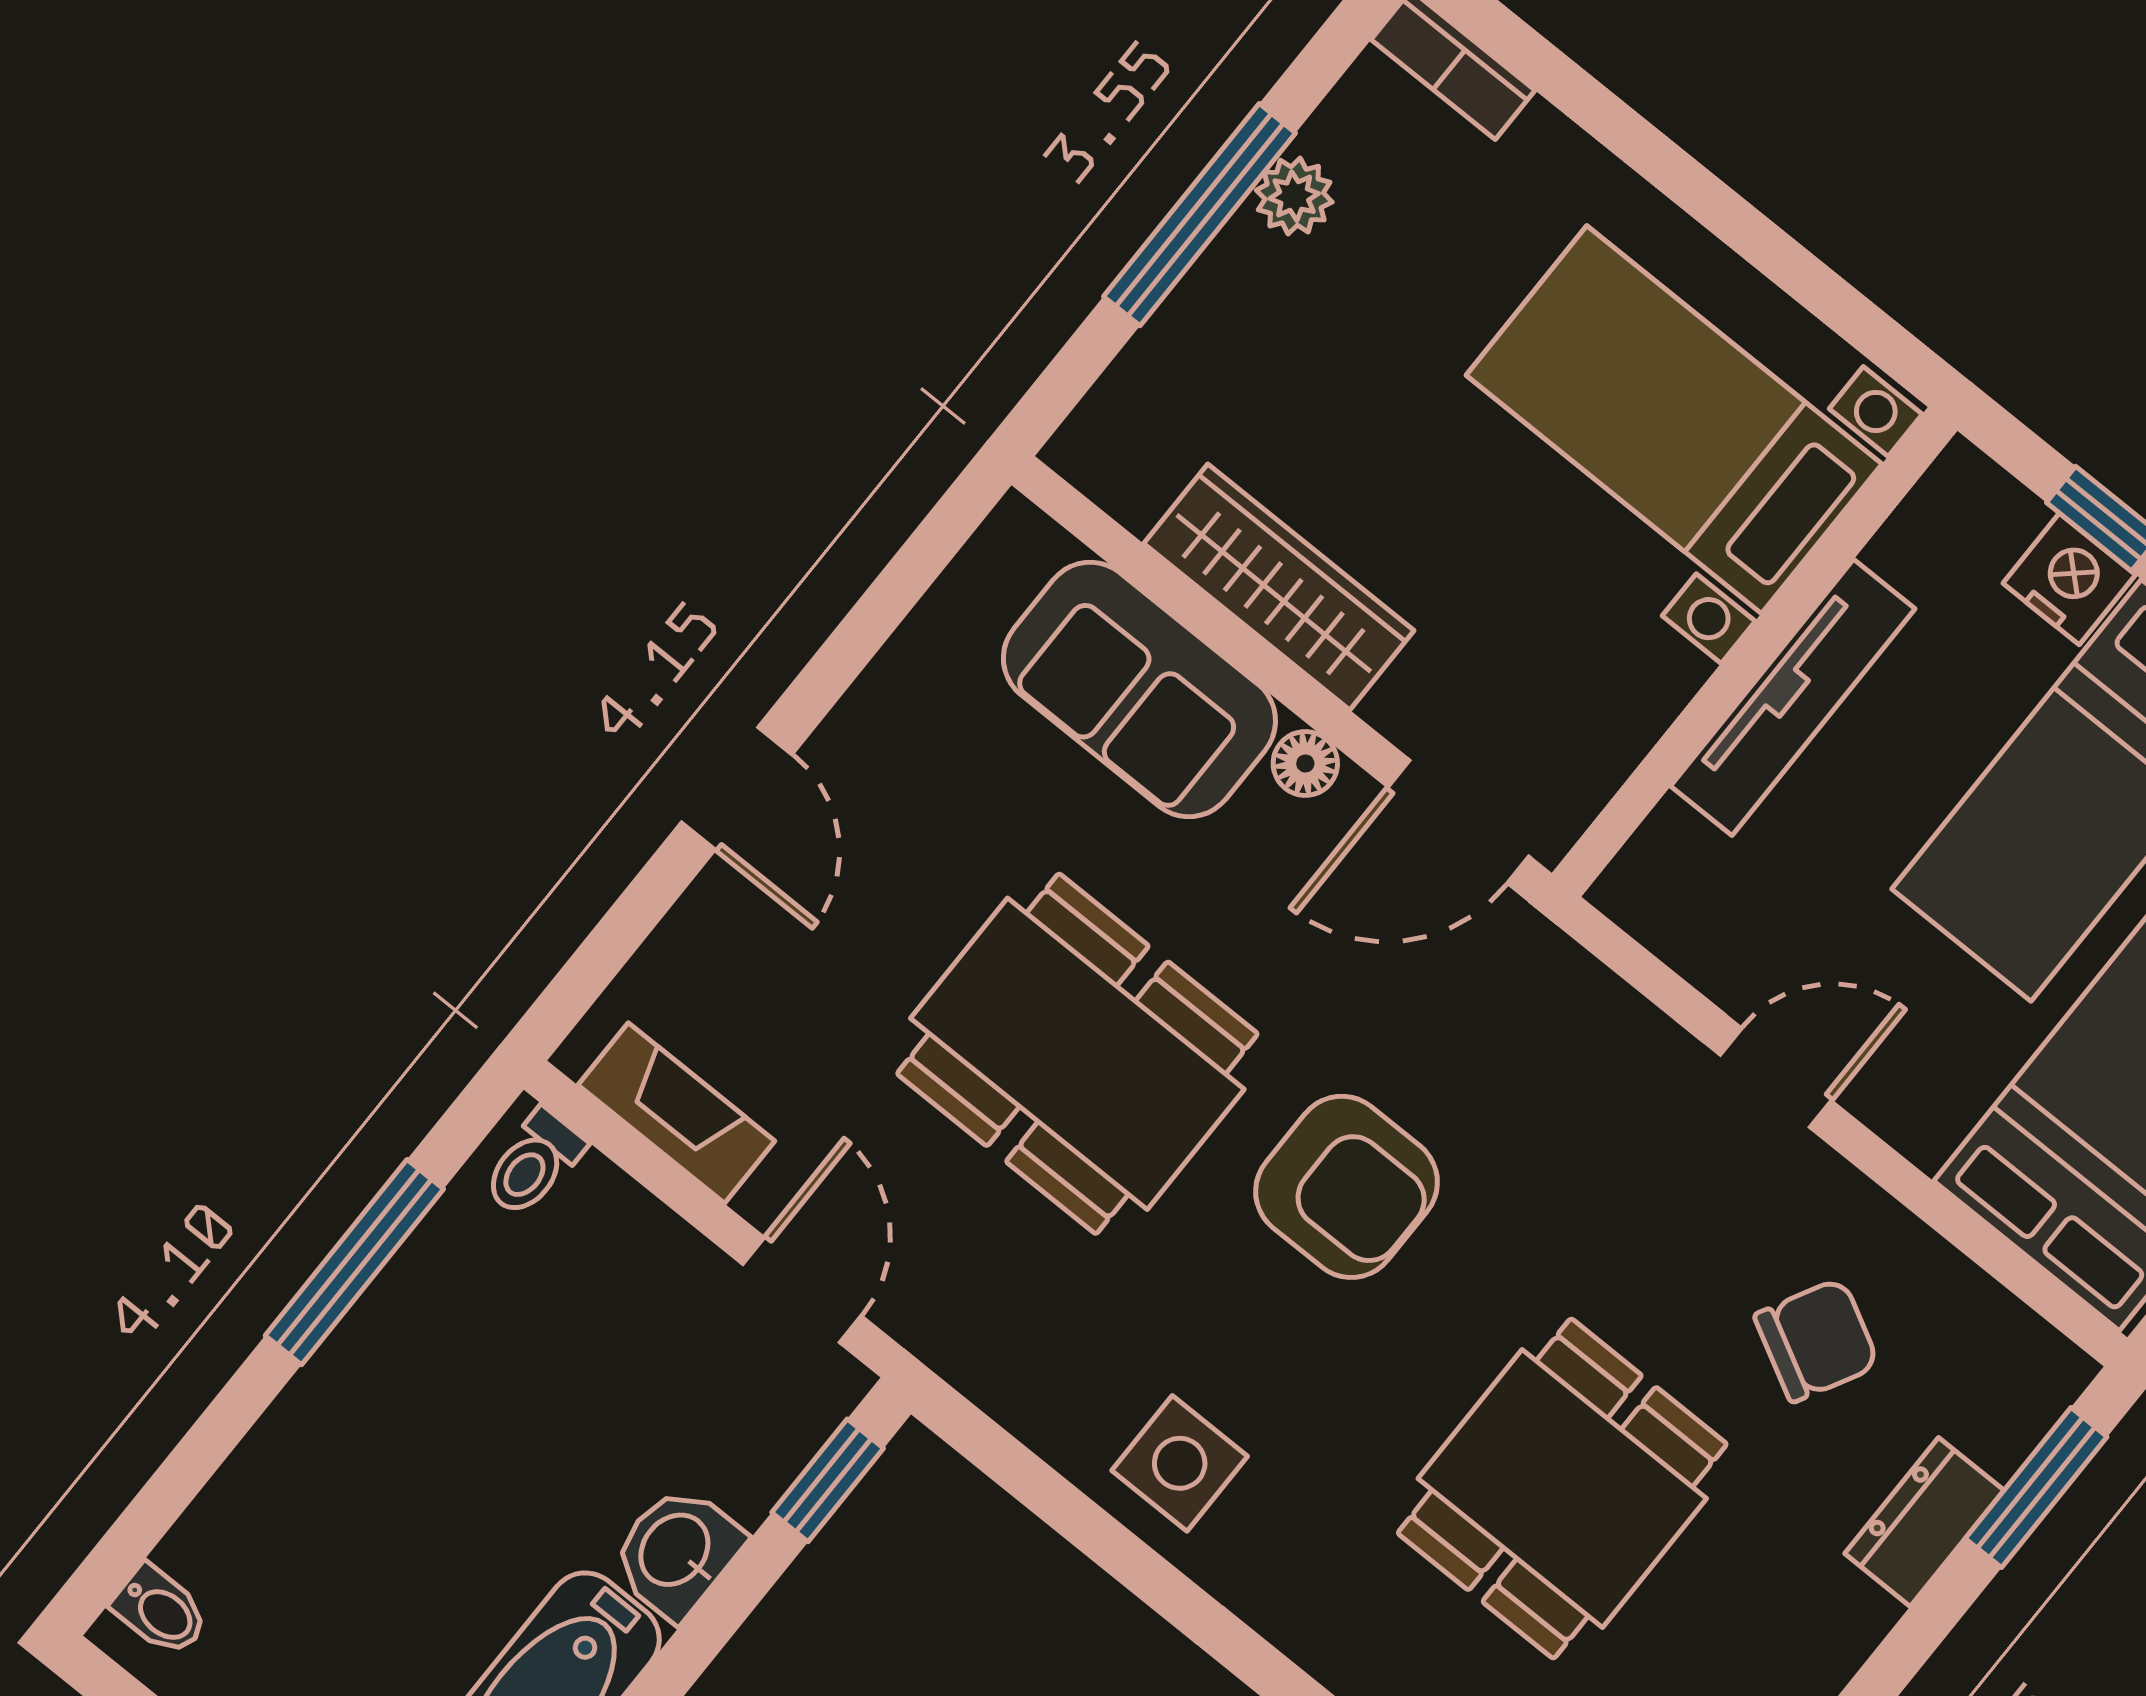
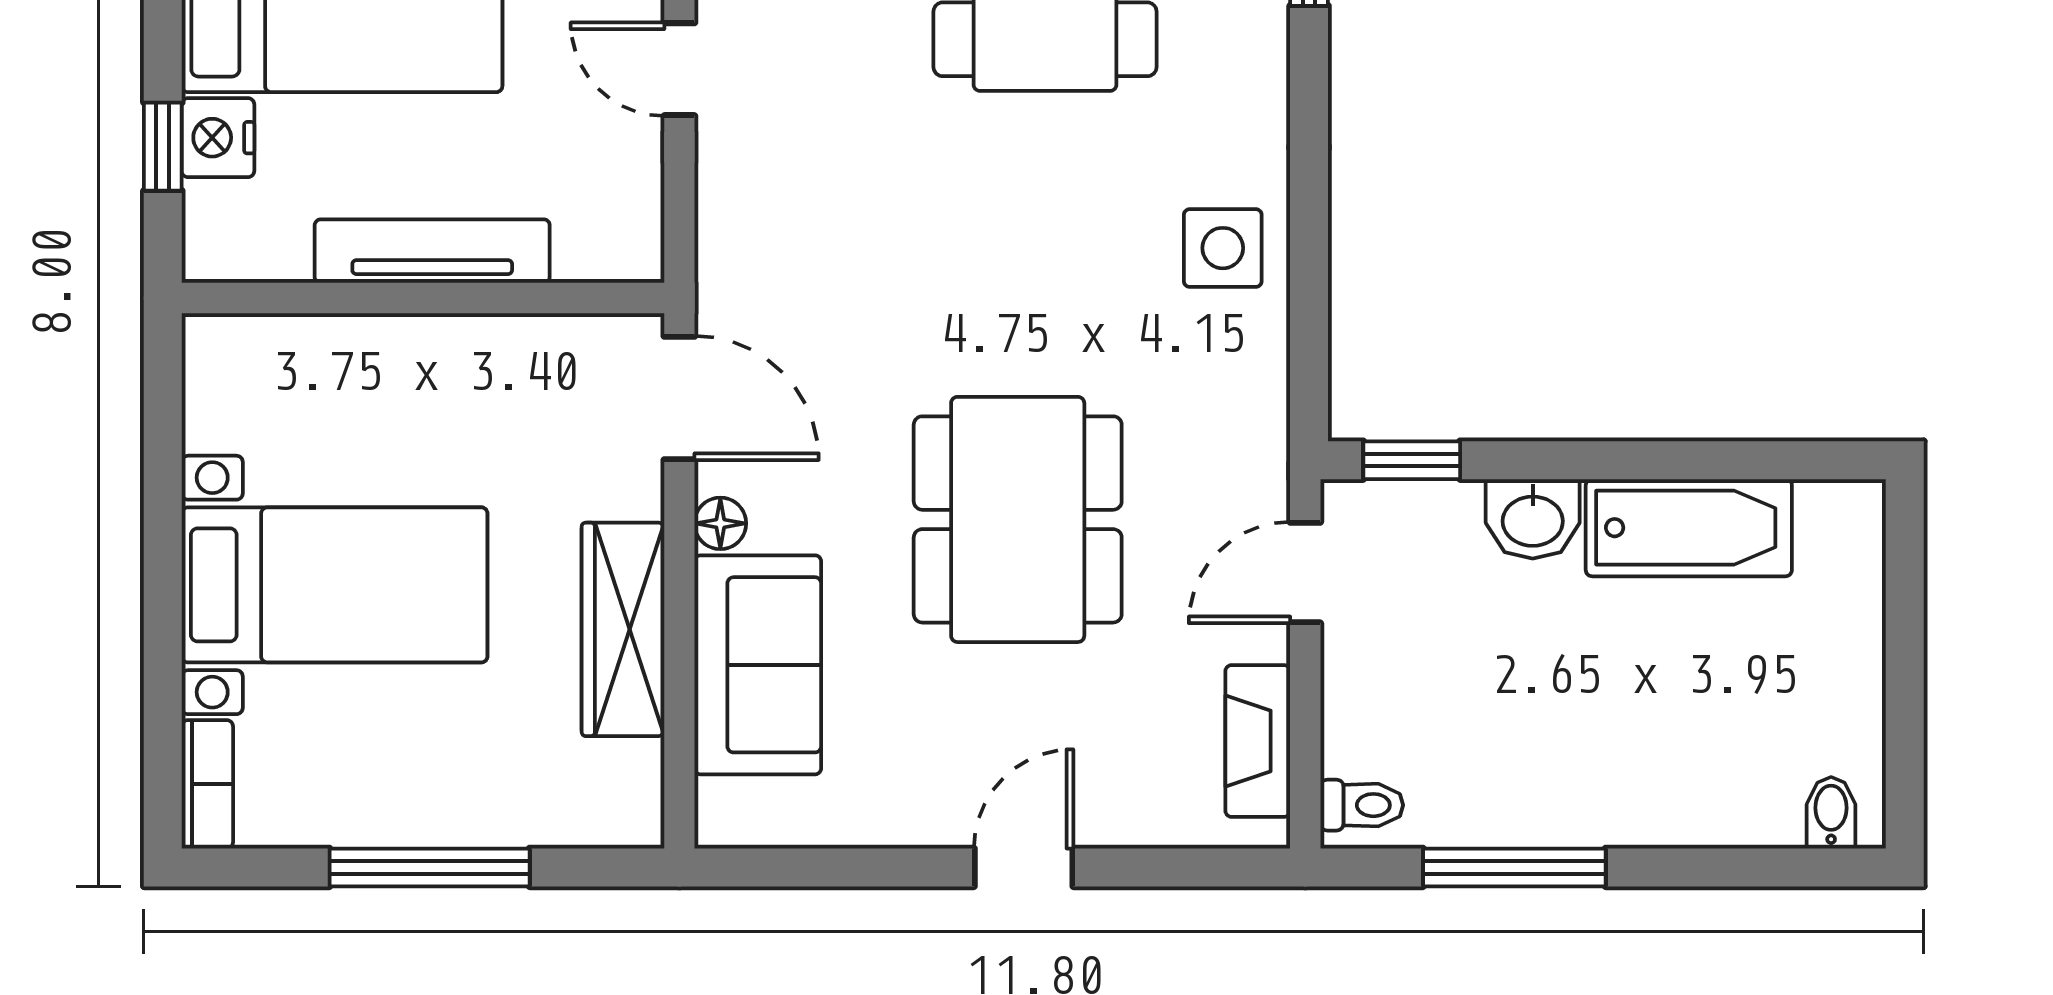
plant: (1294, 196) -> (370, 818), removed
bed with nightstands: (1674, 420) -> (335, 585), moved, turned -90
armchair: (1346, 1187) -> (965, 283), removed

